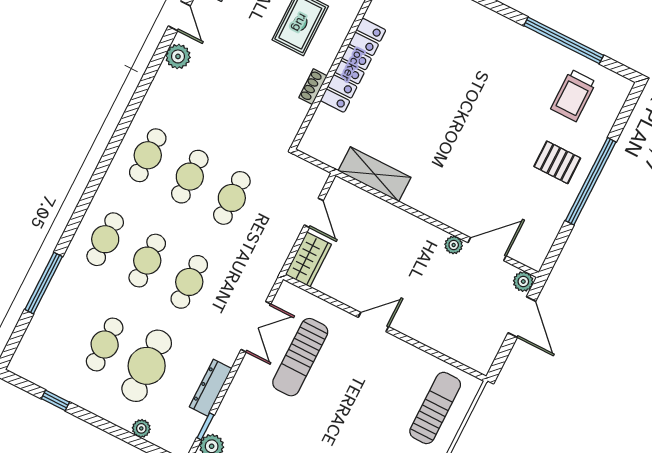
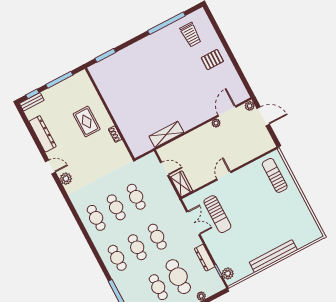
locker: (353, 65) -> (118, 113), removed
window: (591, 181) -> (229, 52), removed

